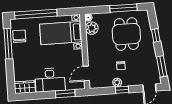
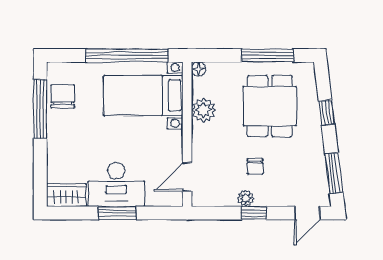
window: (36, 14) -> (127, 56), moved
plant: (92, 28) -> (204, 110), moved
window: (65, 94) -> (117, 213), moved

